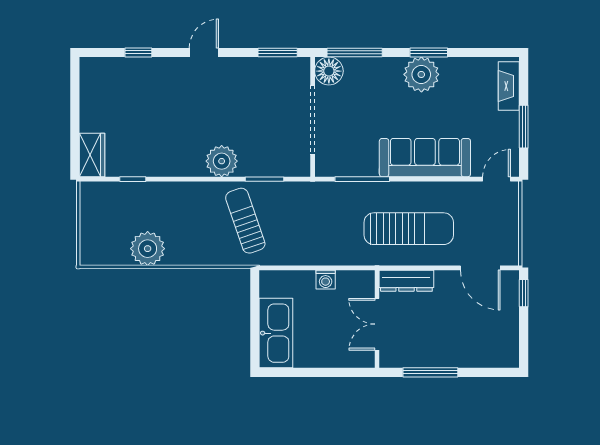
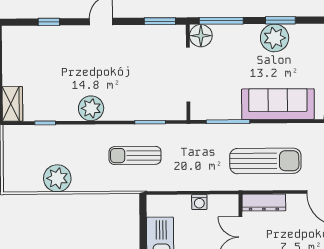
plant: (222, 161) -> (91, 108), moved
sun lounger: (245, 221) -> (135, 155), turned -71

